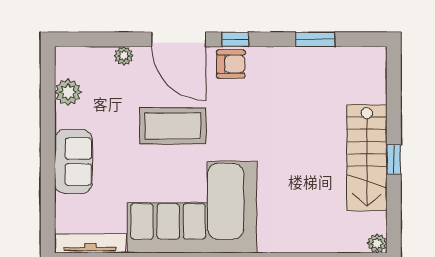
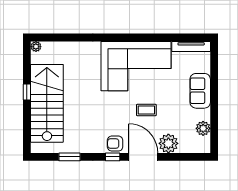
plant: (124, 56) -> (168, 143), width x1.88, depth x1.88
coffee table: (173, 126) -> (146, 110), width x0.54, depth x0.58
stairs: (367, 158) -> (47, 103), width x1.36, depth x1.51

